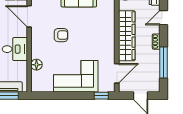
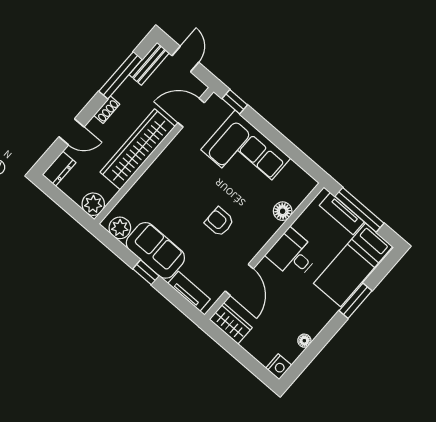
bench: (155, 79) -> (149, 64), added

